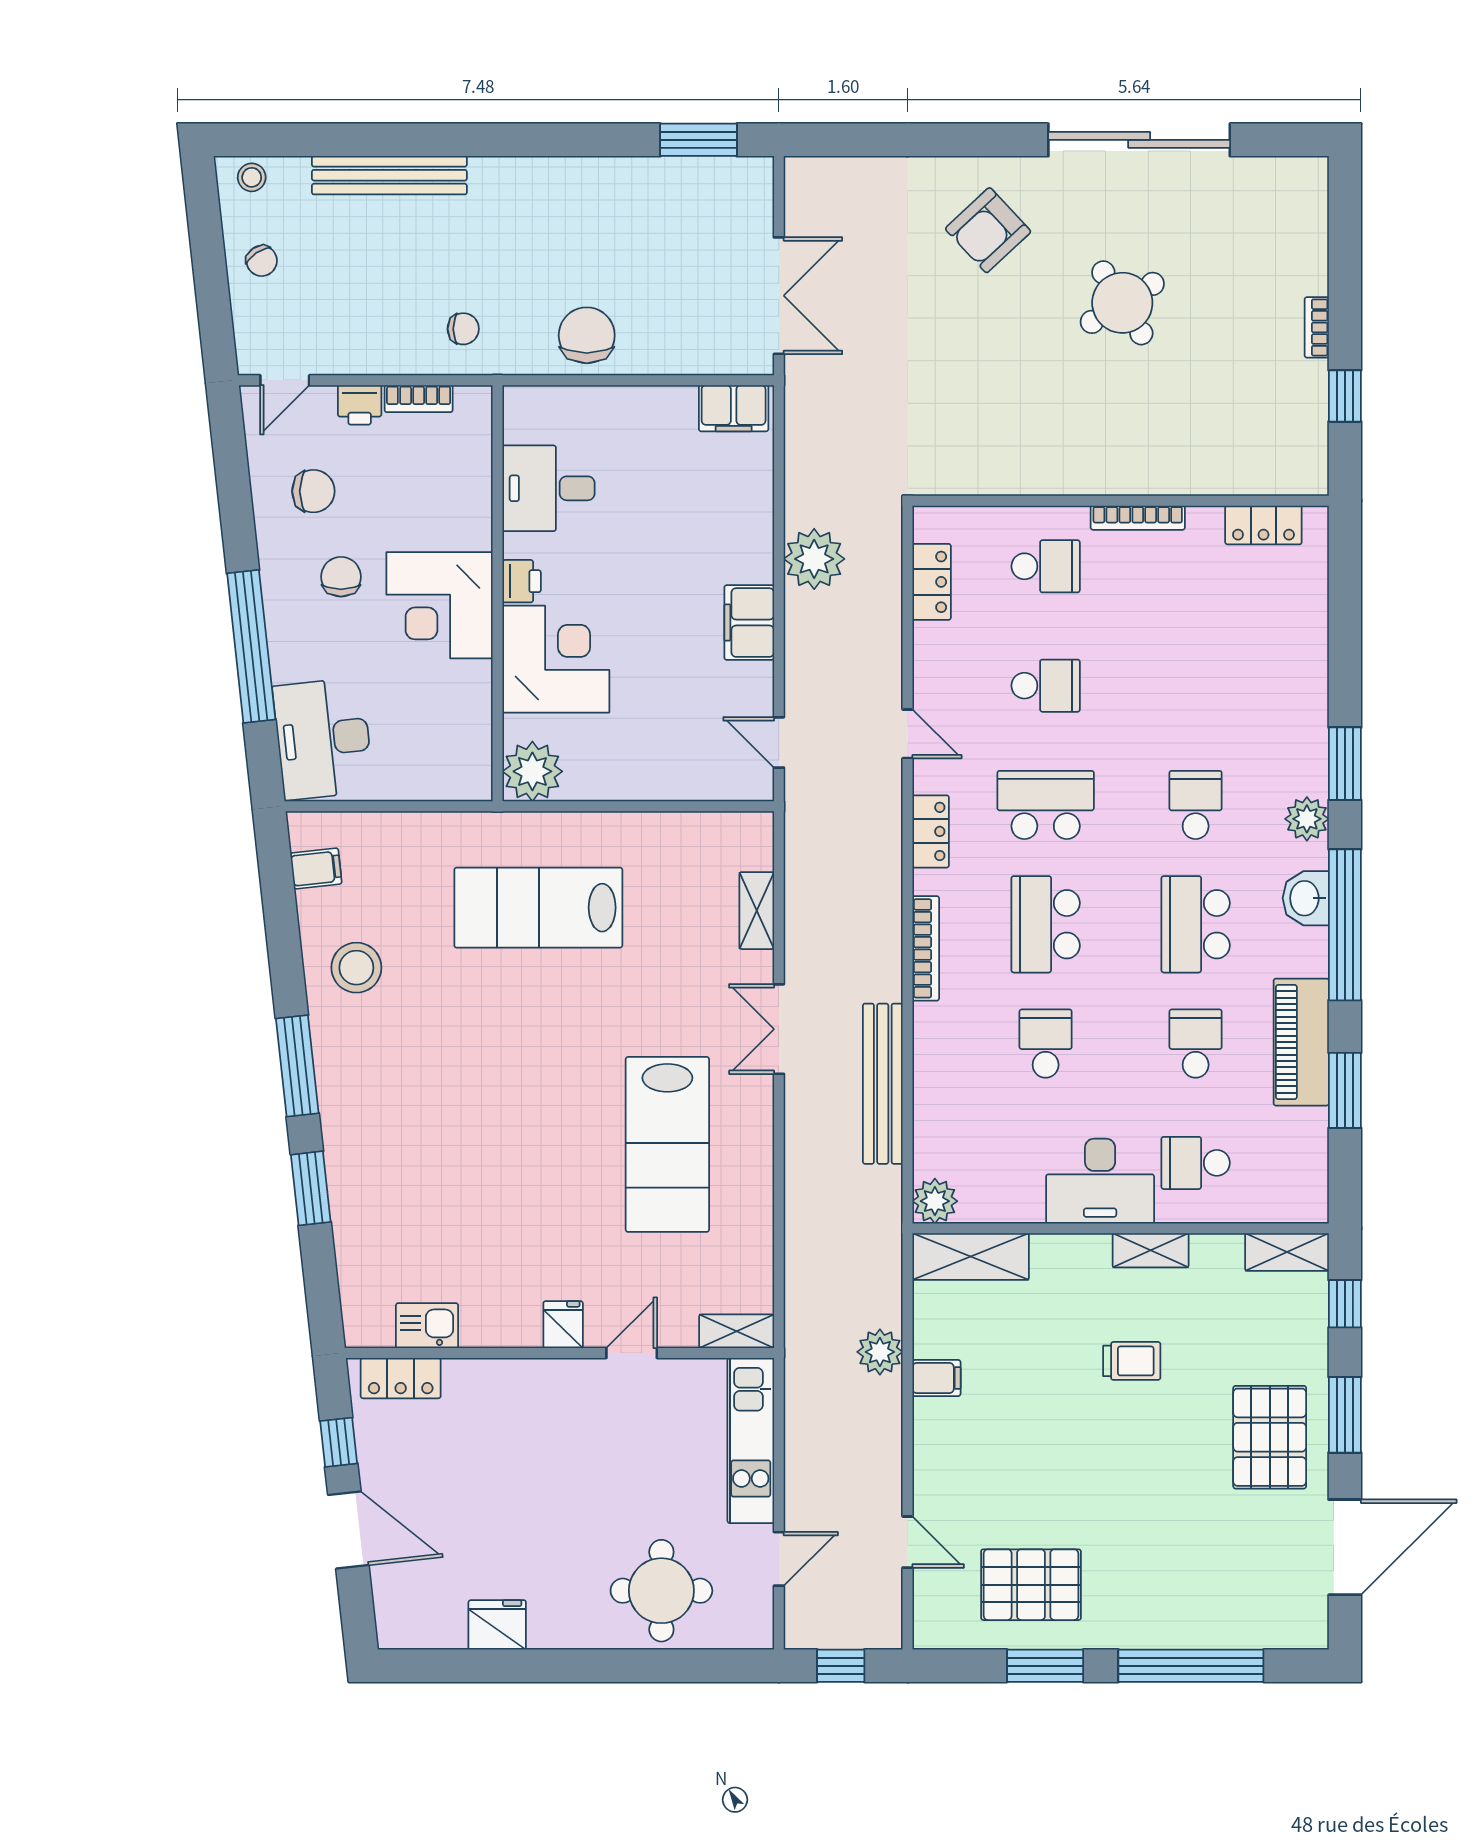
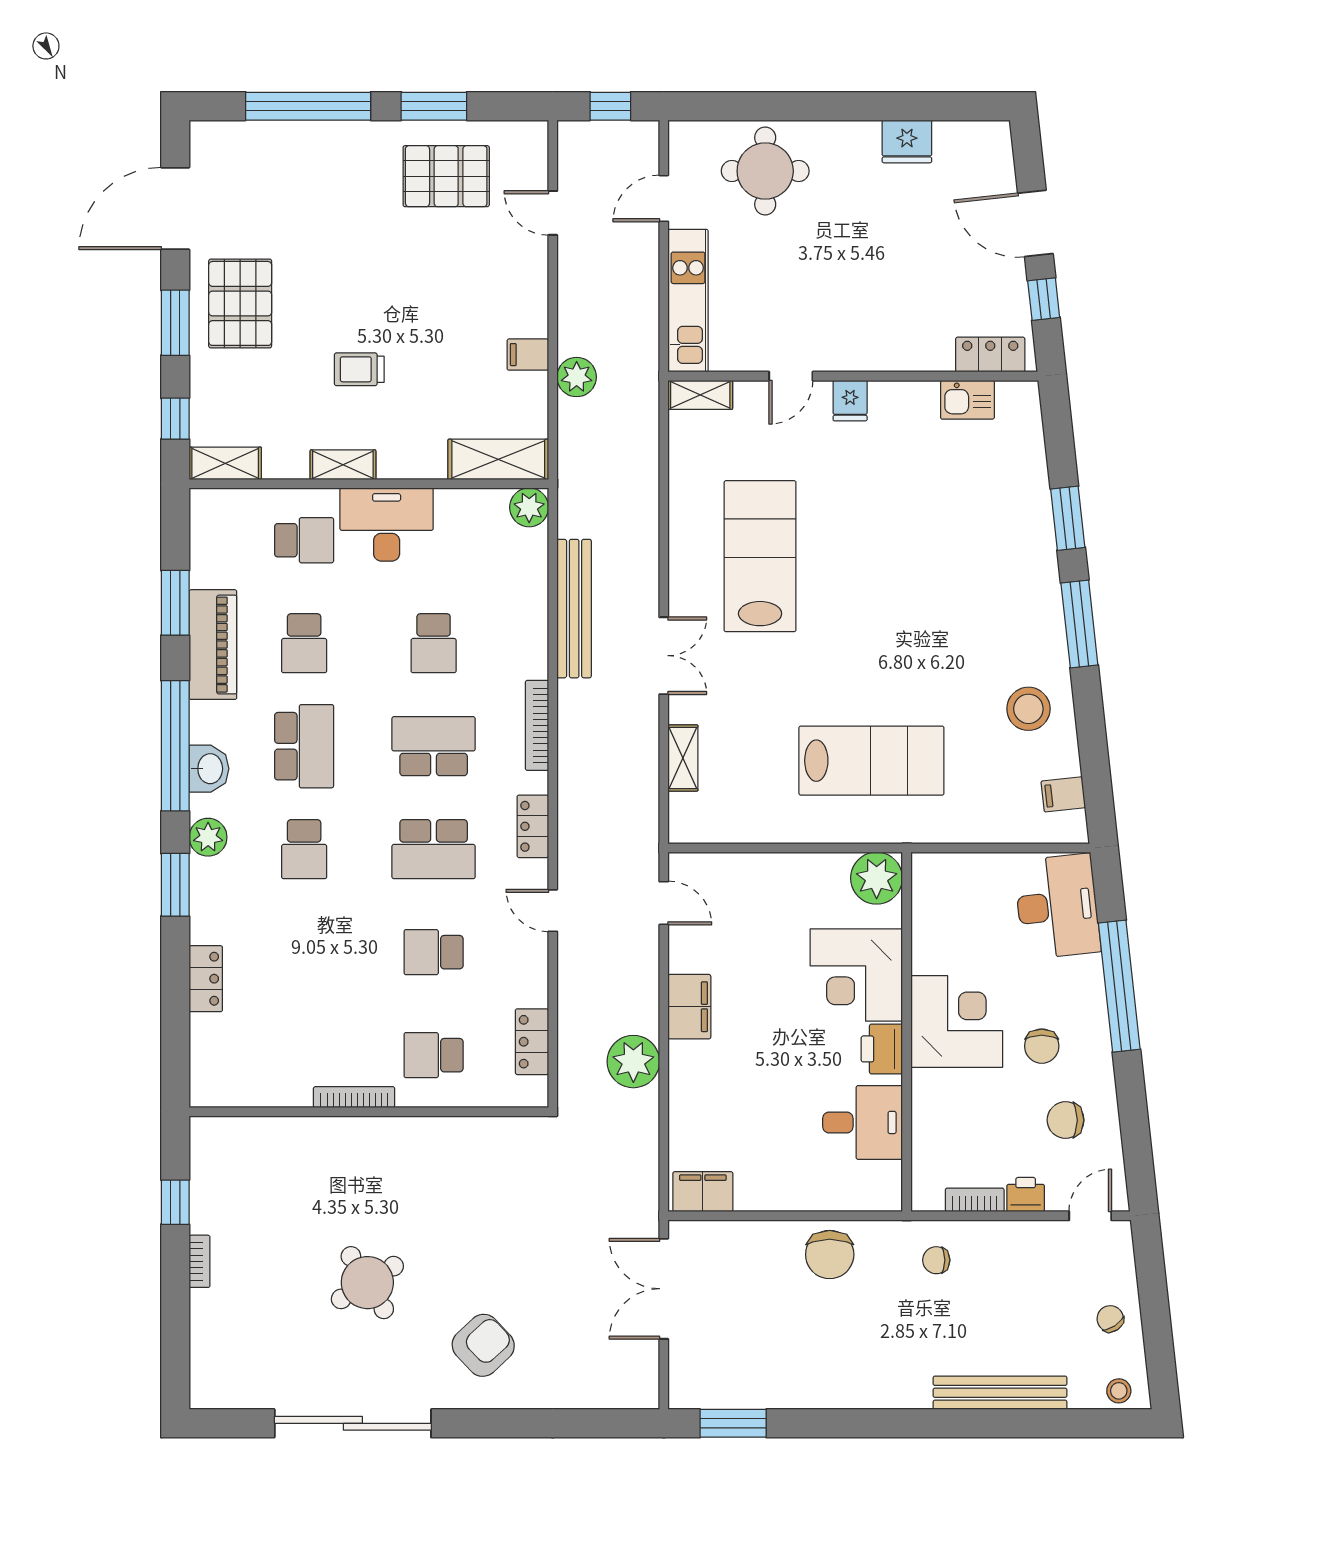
locker: (1263, 525) -> (206, 979), moved, turned 90
printer: (522, 581) -> (882, 1049), width x1.36, depth x1.24
school desk: (1046, 924) -> (434, 746), turned -90

